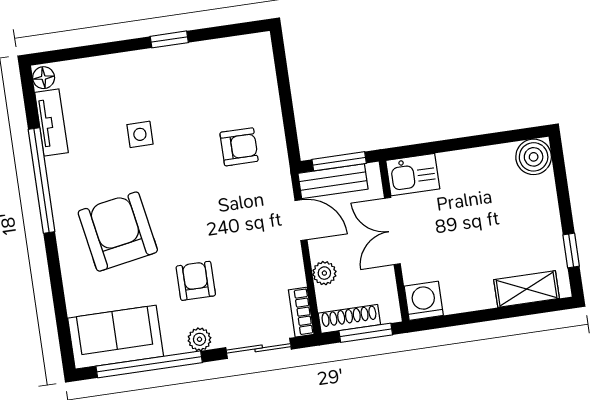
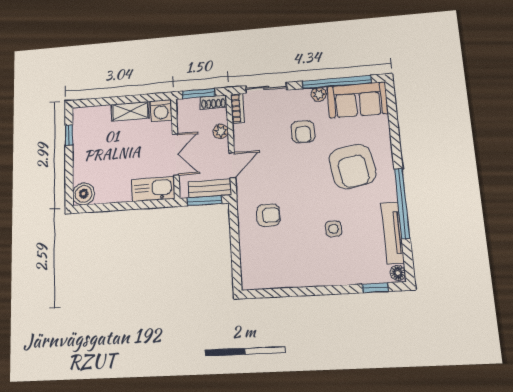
window: (169, 39) -> (375, 288), moved
tv unit: (51, 122) -> (393, 233), width x1.41
armchair: (239, 147) -> (268, 215), turned 180
kitchen sink: (413, 175) -> (153, 189), width x1.38
door: (301, 220) -> (232, 165), swing flipped
shelving: (527, 289) -> (130, 111), moved
shoe rack: (349, 319) -> (213, 102), width x0.70
plant: (199, 339) -> (319, 94), moved

